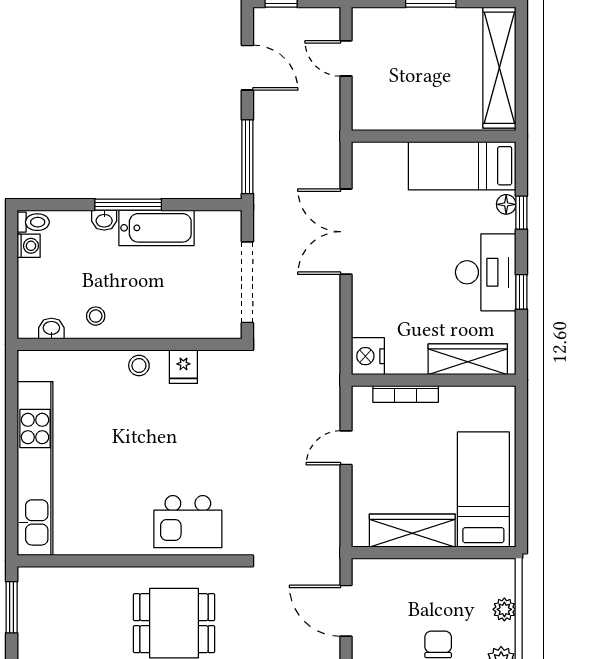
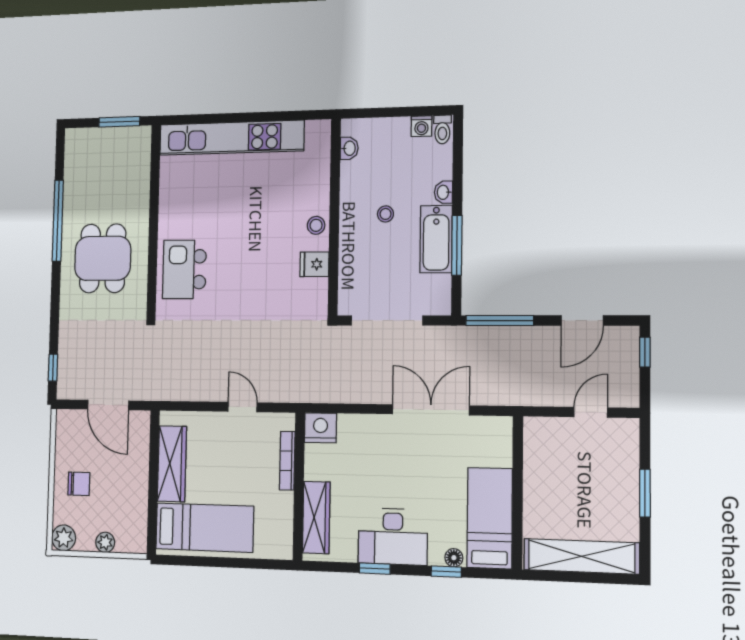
window: (128, 205) -> (457, 245), moved
stool: (96, 316) -> (385, 214), moved
door: (346, 611) -> (108, 405), swing flipped

